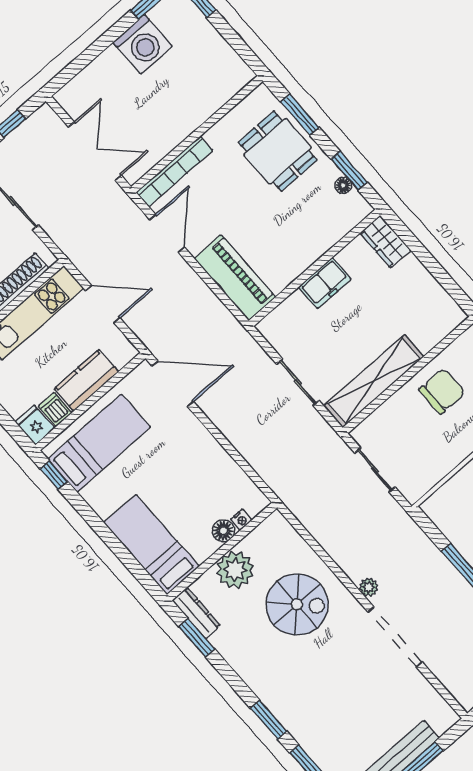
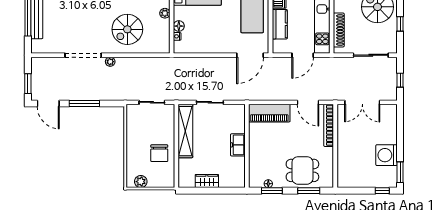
wardrobe: (385, 242) -> (207, 181), moved
plant: (235, 570) -> (165, 13), width x0.53, depth x0.53

